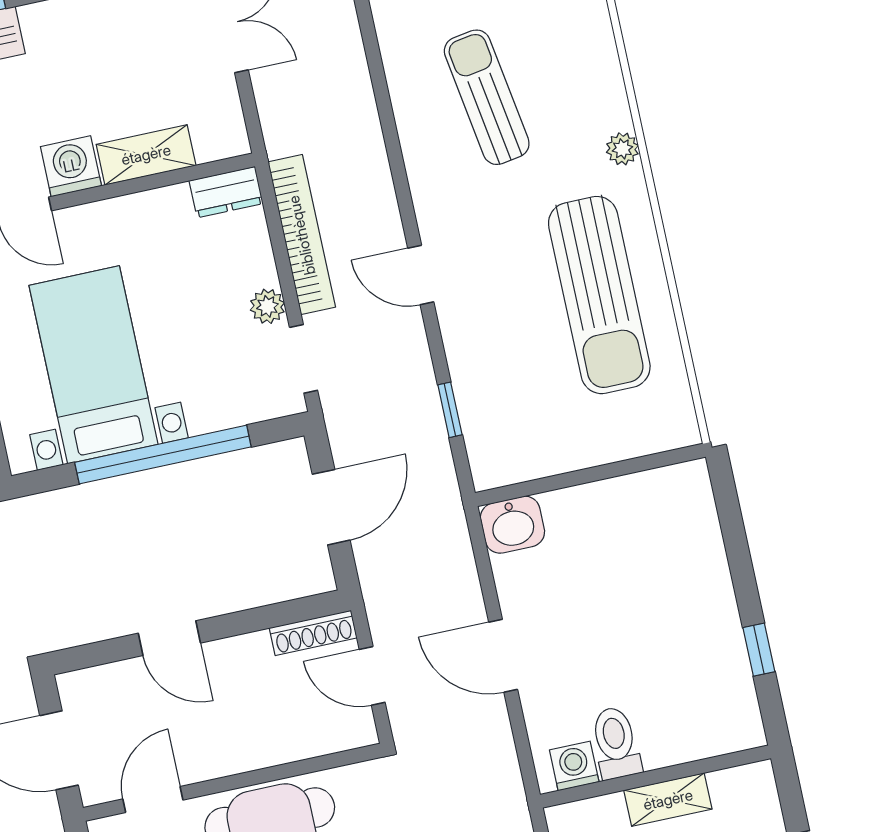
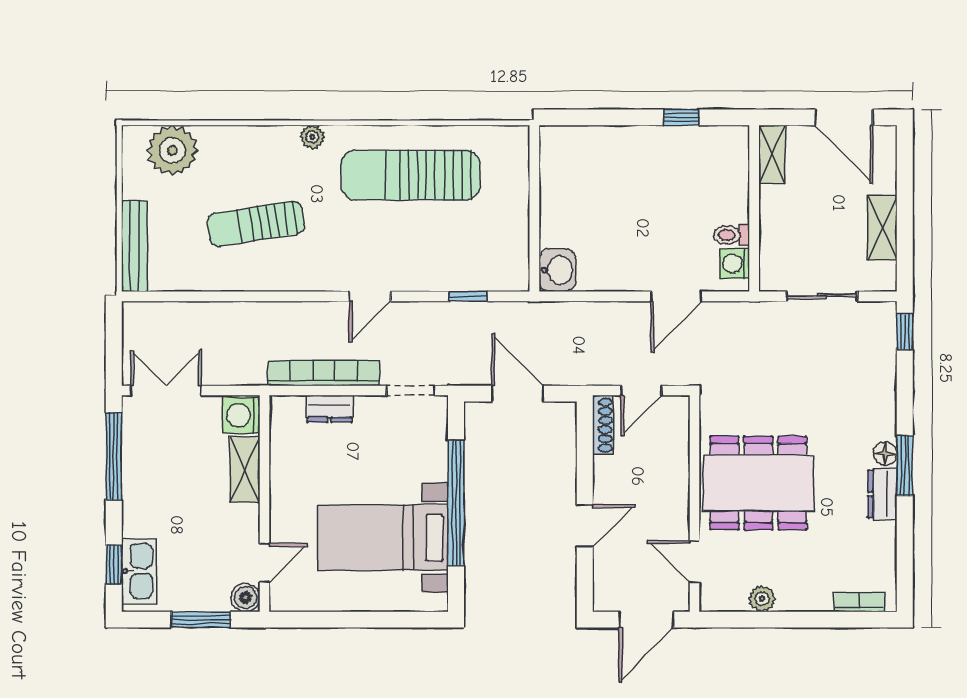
washing machine: (71, 166) -> (241, 415), moved
dresser: (226, 192) -> (329, 409), moved, turned 90
sun lounger: (599, 295) -> (411, 175), turned 180
plant: (267, 306) -> (369, 408), removed
door: (503, 656) -> (676, 296), moved
toilet: (616, 743) -> (732, 235), width x0.73, depth x0.72
shelving: (668, 800) -> (772, 155), moved

